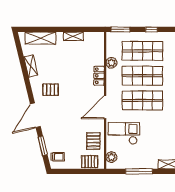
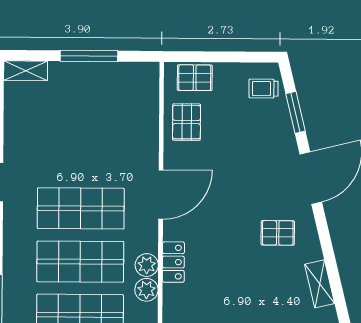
checkout: (124, 133) -> (121, 138), removed
plant: (111, 157) -> (147, 265), moved

